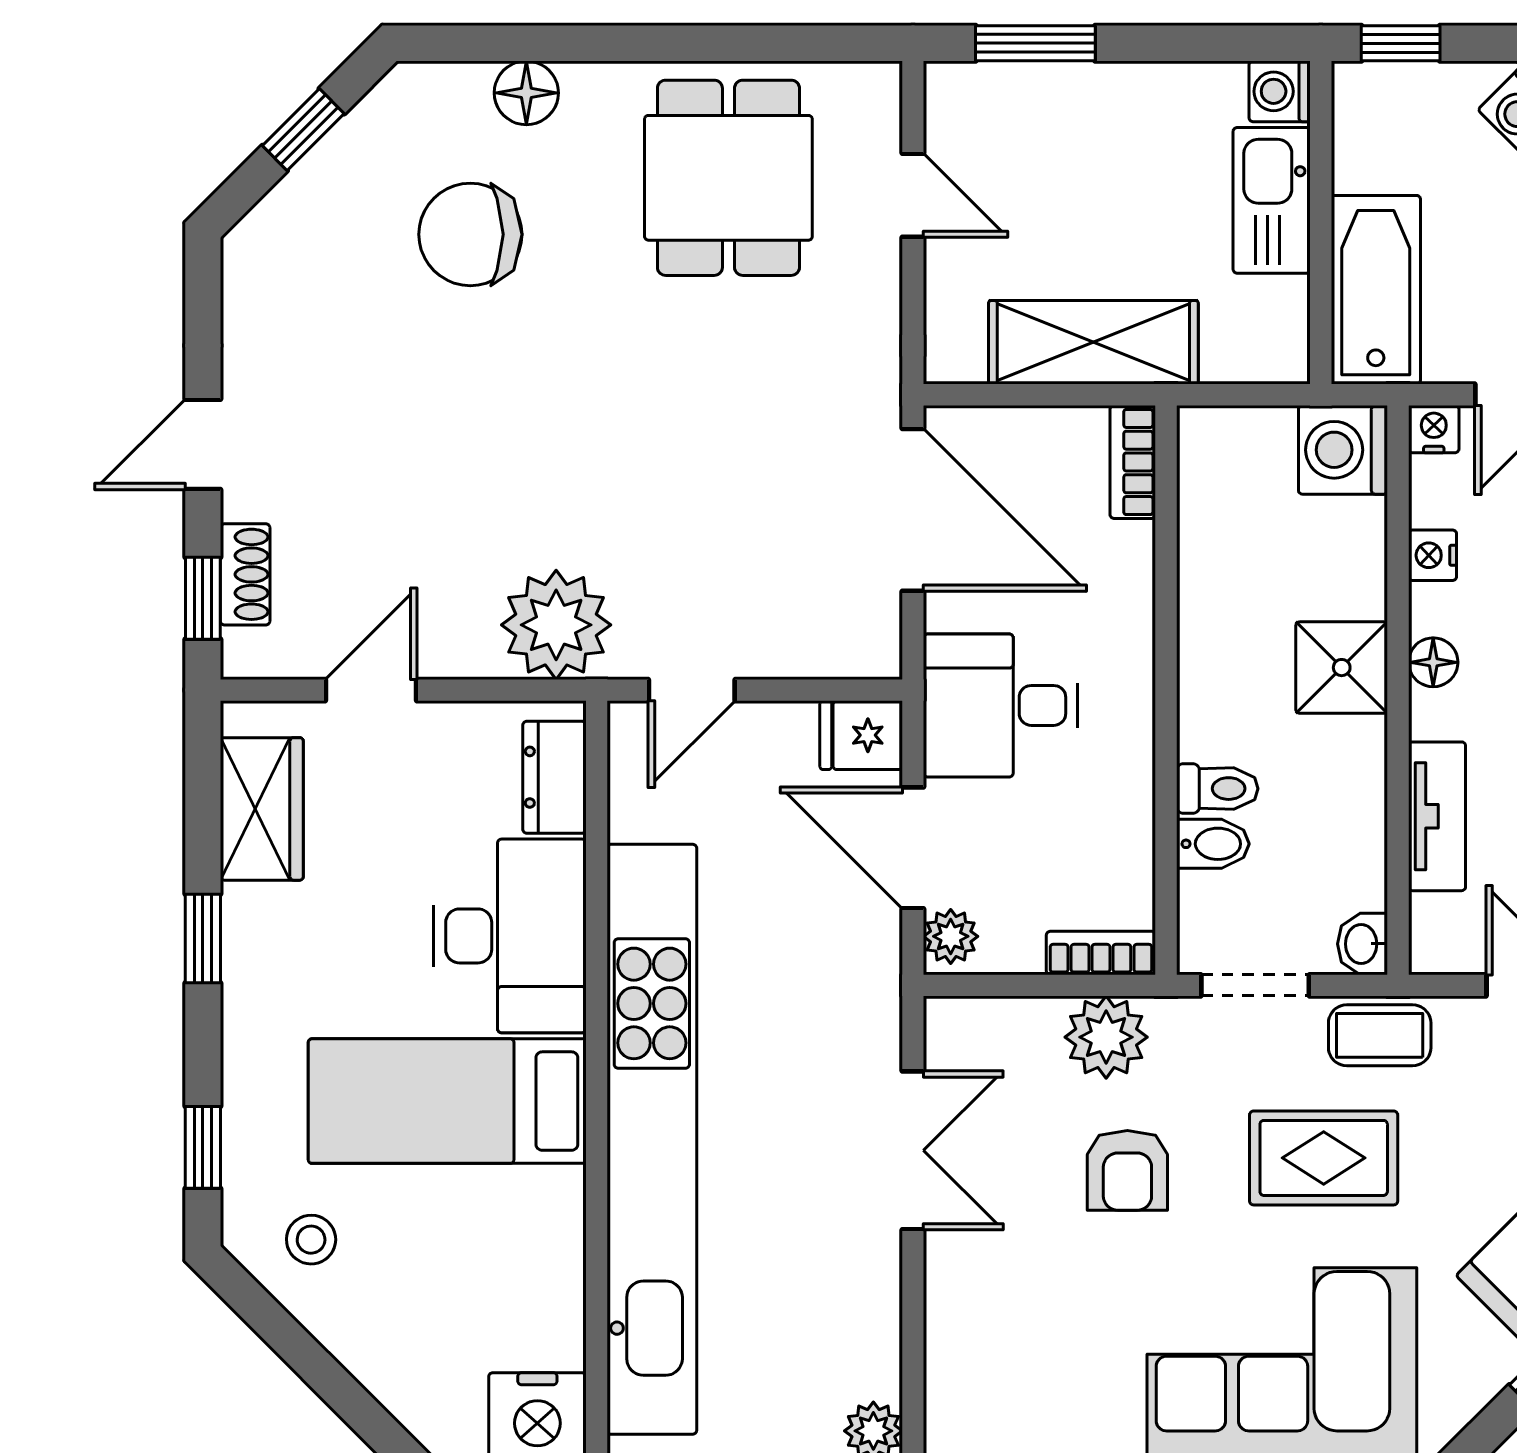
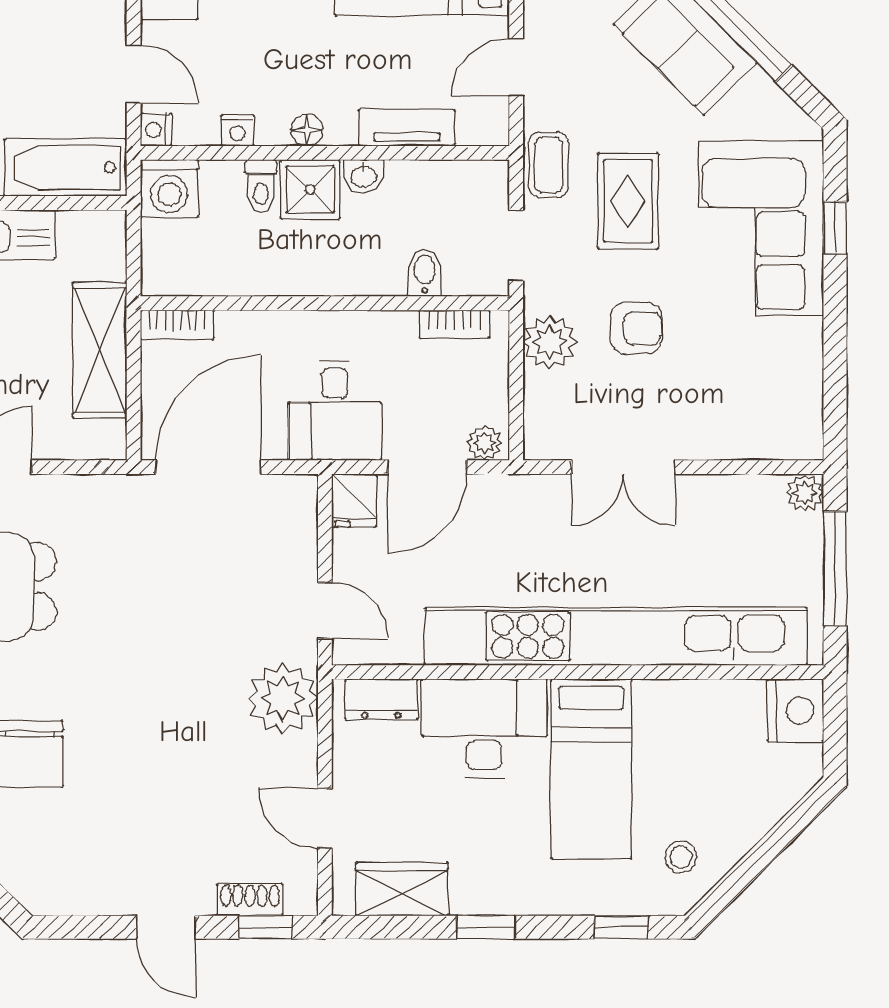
toilet: (1217, 789) -> (261, 186), moved, turned 180
washbasin: (1363, 944) -> (364, 176), moved
bookcase: (1101, 953) -> (455, 324), moved, turned -90
double door: (913, 1150) -> (623, 467), swing flipped

